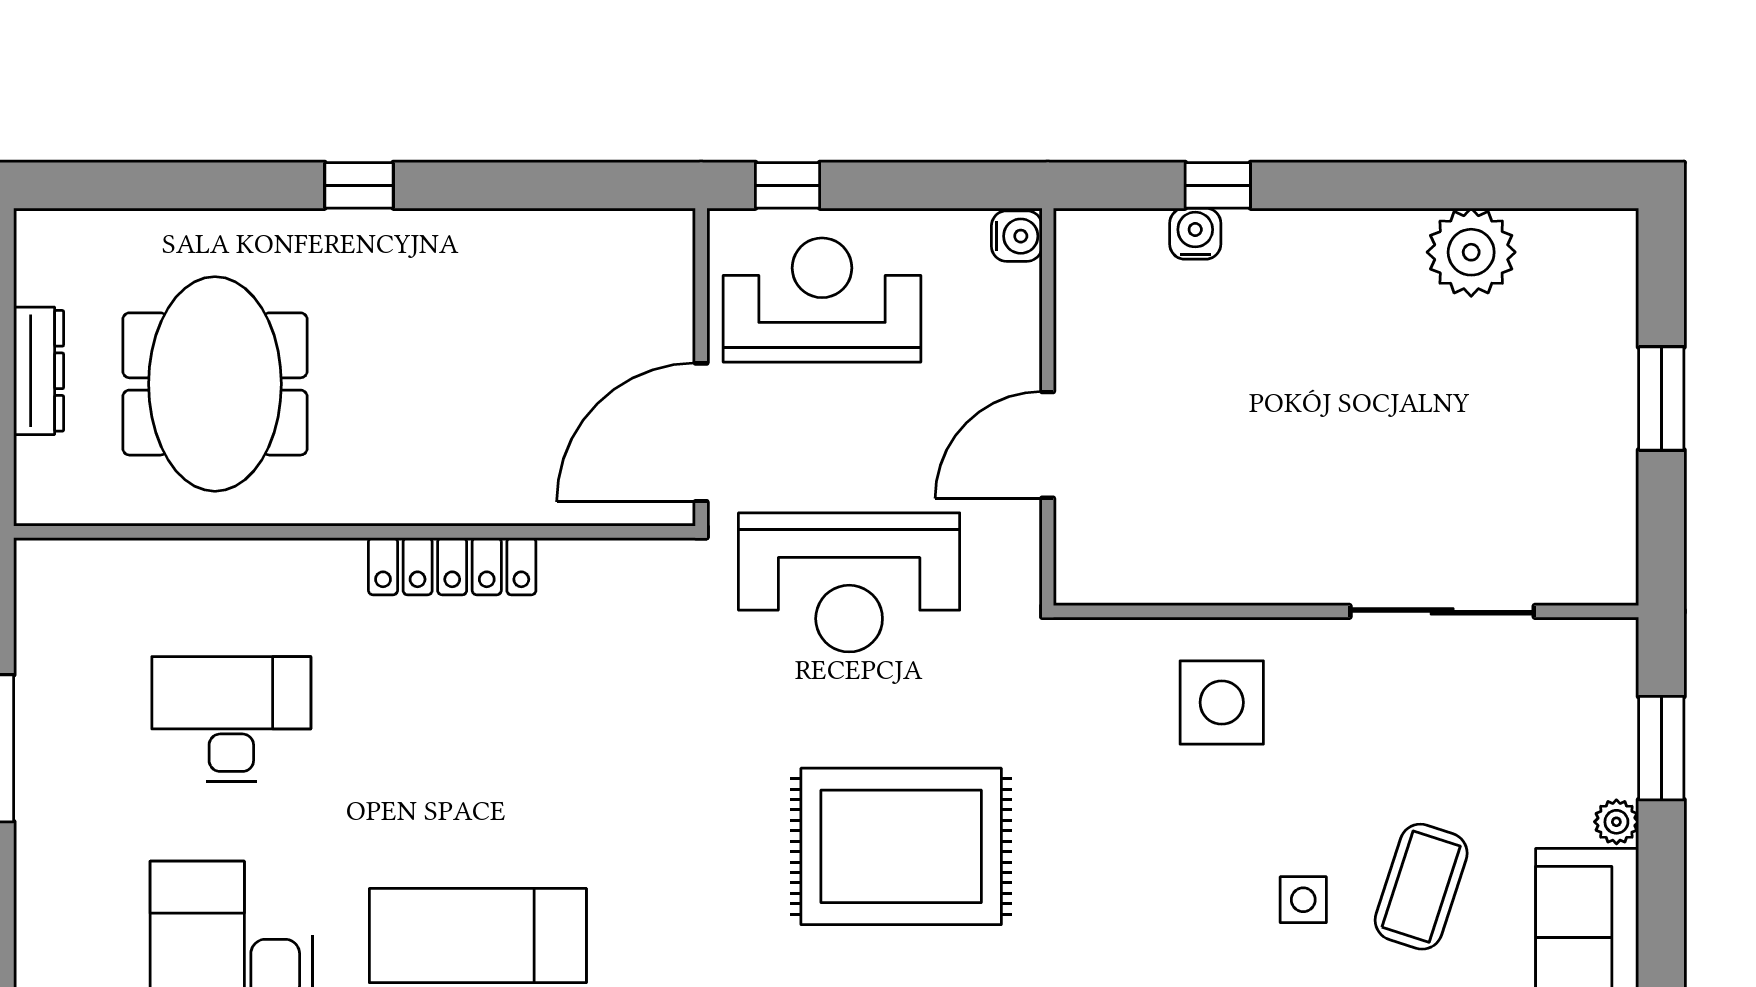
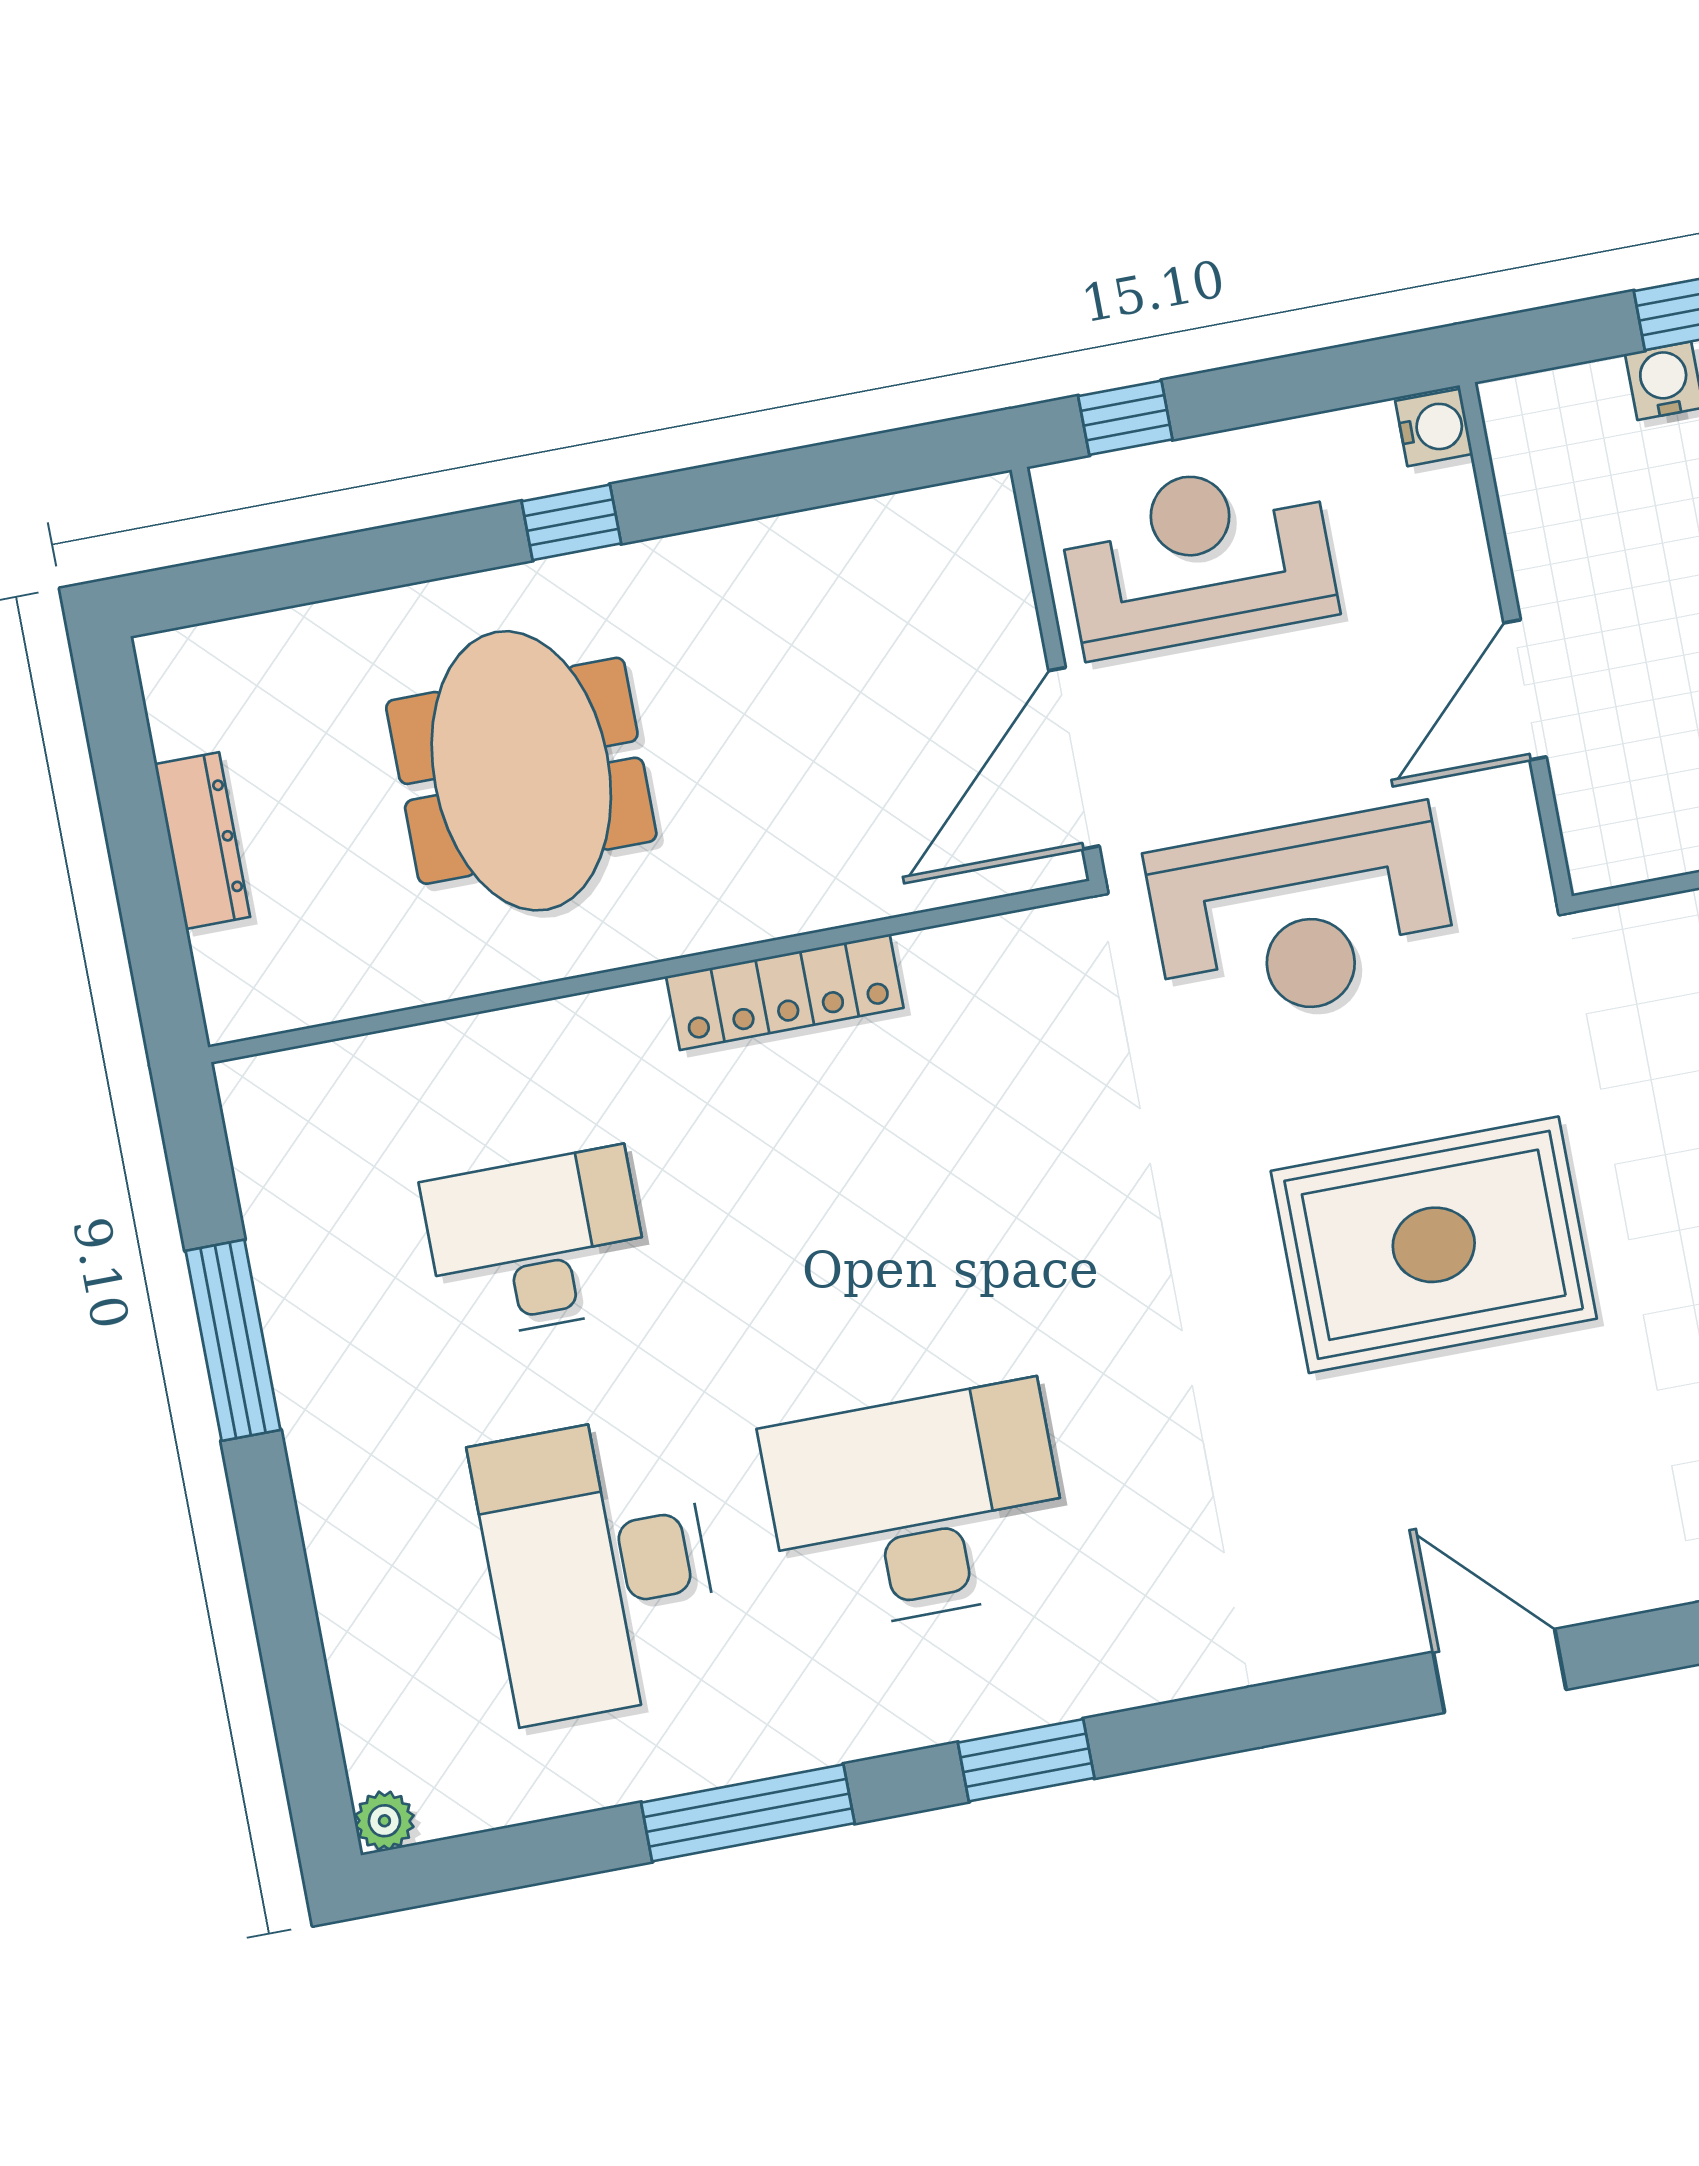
meeting table: (215, 384) -> (521, 771), moved

